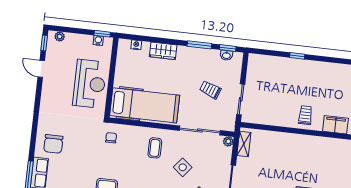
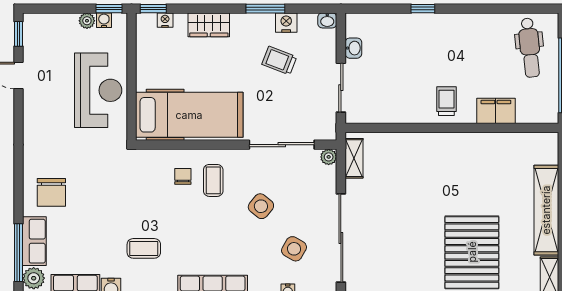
plant: (60, 36) -> (87, 21), moved
window: (228, 48) -> (153, 9), moved
nightstand: (211, 55) -> (286, 23), added
washbasin: (226, 55) -> (327, 20), moved
washbasin: (251, 76) -> (353, 48), added
trolley: (210, 90) -> (279, 61), moved
chair: (111, 138) -> (183, 176), moved

